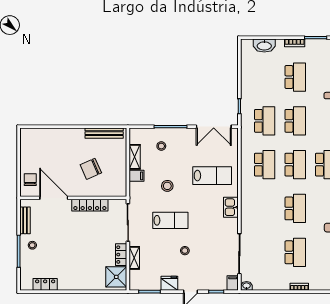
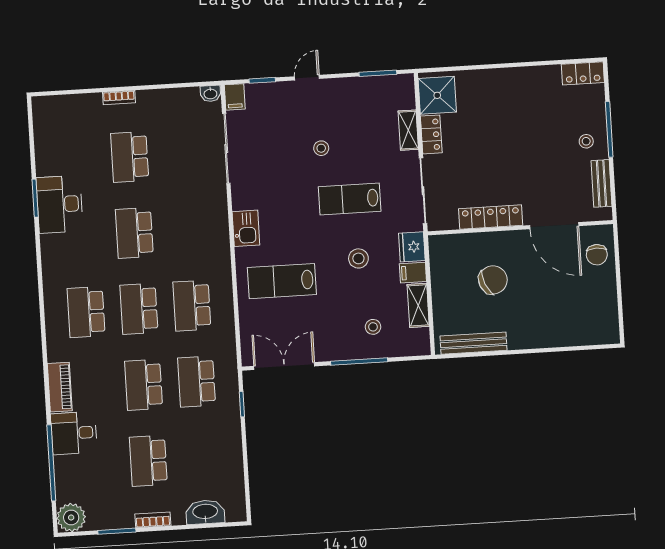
fridge: (169, 283) -> (412, 247), moved, turned 90
locker: (45, 284) -> (583, 73), moved

